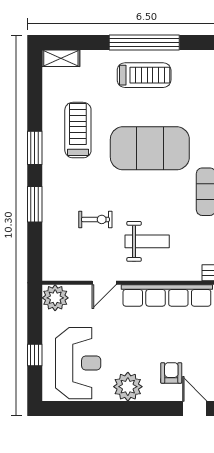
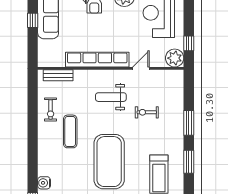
exercise mat: (150, 148) -> (109, 162), turned 90
window: (35, 355) -> (189, 43), moved

